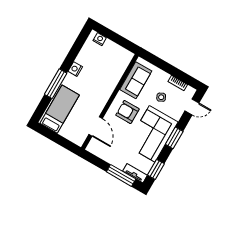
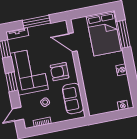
window: (56, 84) -> (124, 34), moved
bed: (60, 109) -> (104, 33), width x1.50
armchair: (127, 112) -> (59, 72), turned 180
window: (121, 175) -> (36, 22), moved

